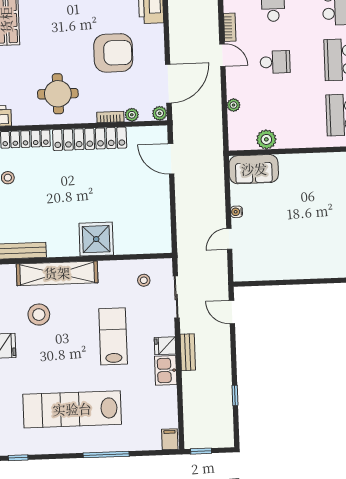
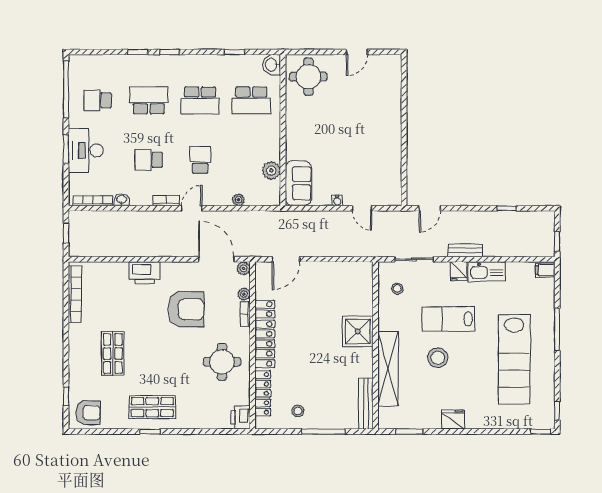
armchair: (113, 53) -> (186, 309), turned 90
stool: (39, 315) -> (438, 358), moved
kitchen sink: (166, 370) -> (486, 271), width x1.38

